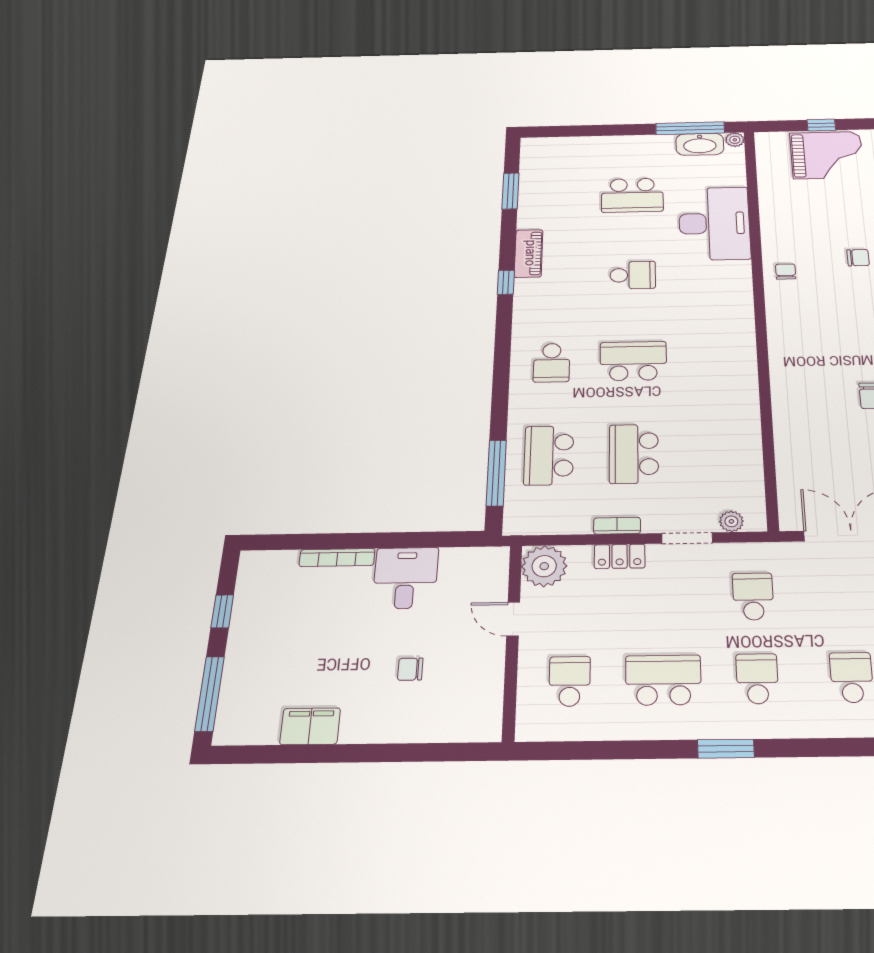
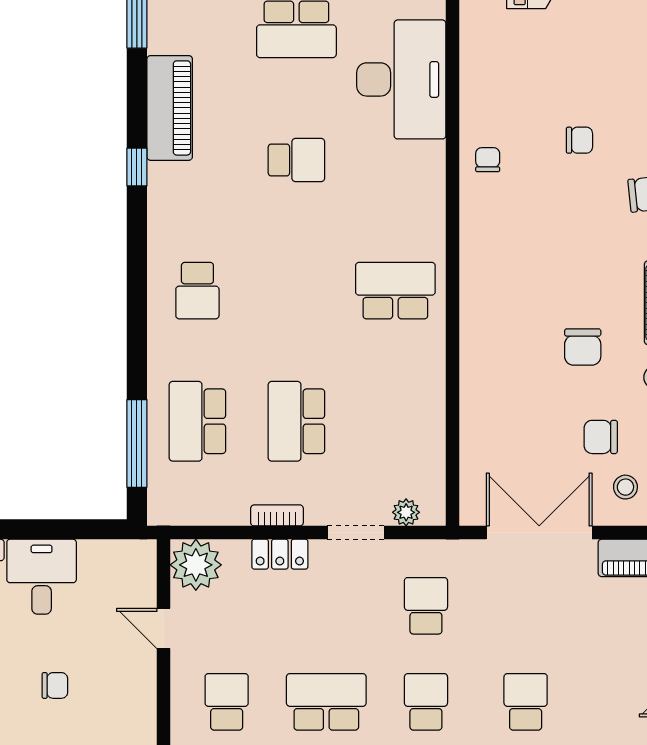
piano: (529, 253) -> (170, 108), width x1.37, depth x1.33
school desk: (633, 361) -> (395, 291), moved
chair: (410, 669) -> (55, 685), turned 180

